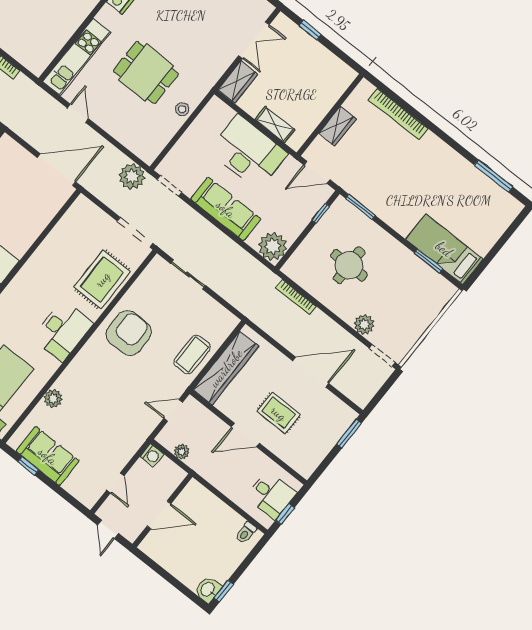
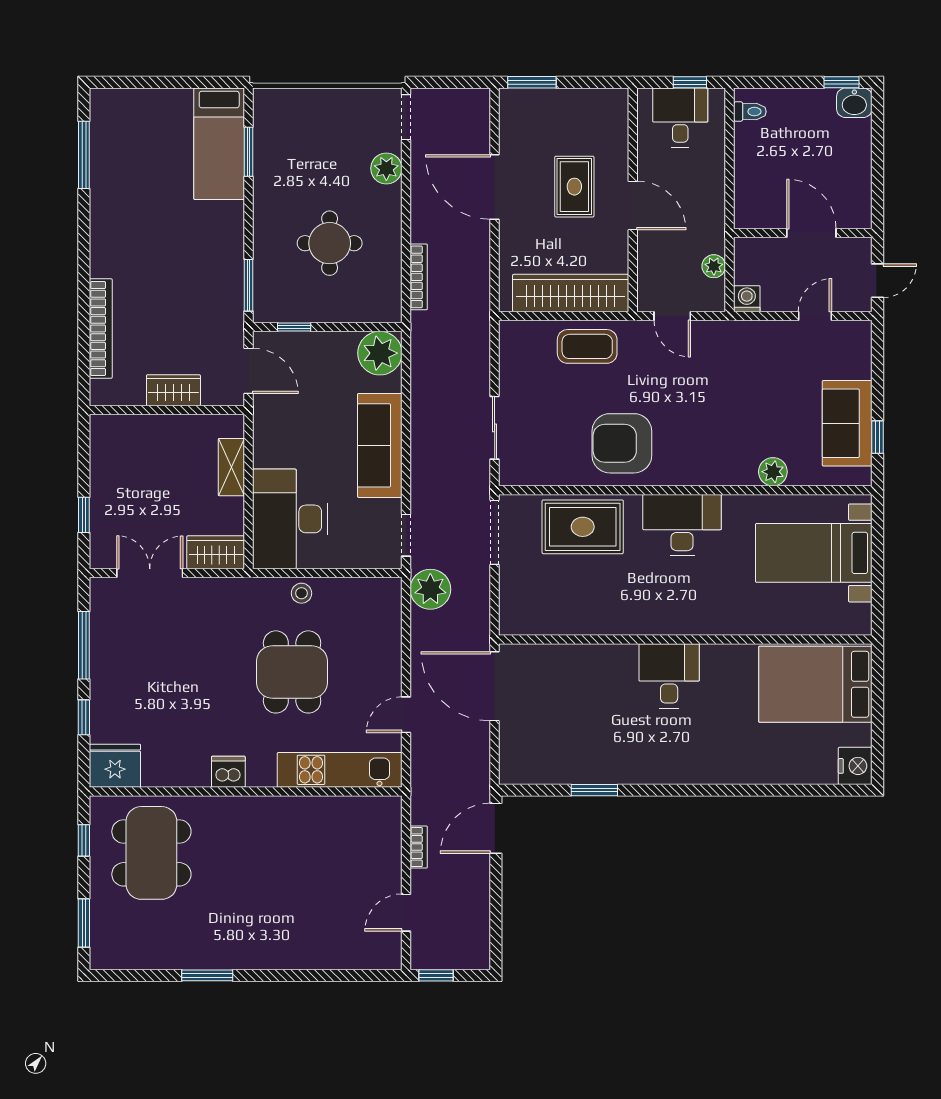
desk: (248, 152) -> (290, 519), moved

